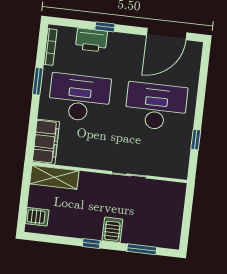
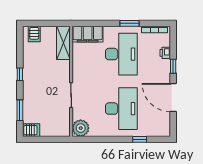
door: (167, 34) -> (173, 98), moved
printer: (91, 40) -> (165, 53), width x0.53, depth x0.68
window: (196, 140) -> (140, 139), moved
plant: (177, 167) -> (81, 128), added
server rack: (112, 230) -> (31, 130), moved

